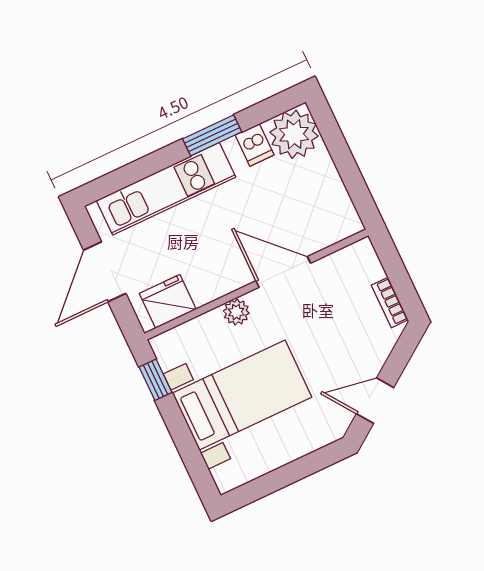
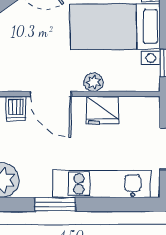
dishwasher: (255, 145) -> (16, 109), moved, turned 180
fridge: (168, 301) -> (102, 110), moved

